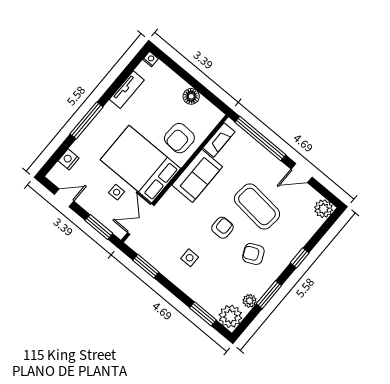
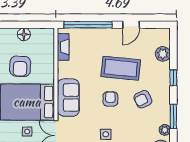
armchair: (179, 138) -> (20, 66), moved
sofa: (197, 176) -> (68, 98), moved
plant: (324, 209) -> (163, 54), moved

